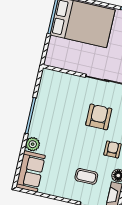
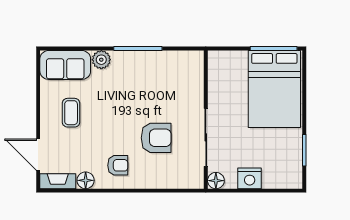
coffee table: (86, 176) -> (71, 113), moved

